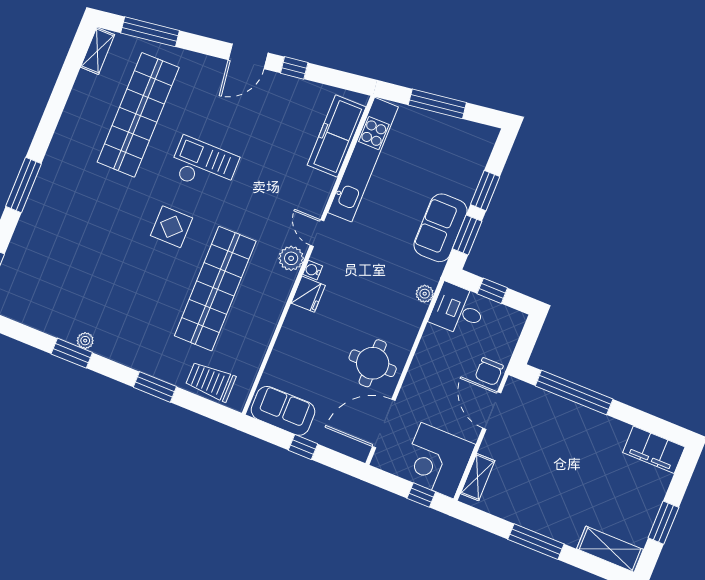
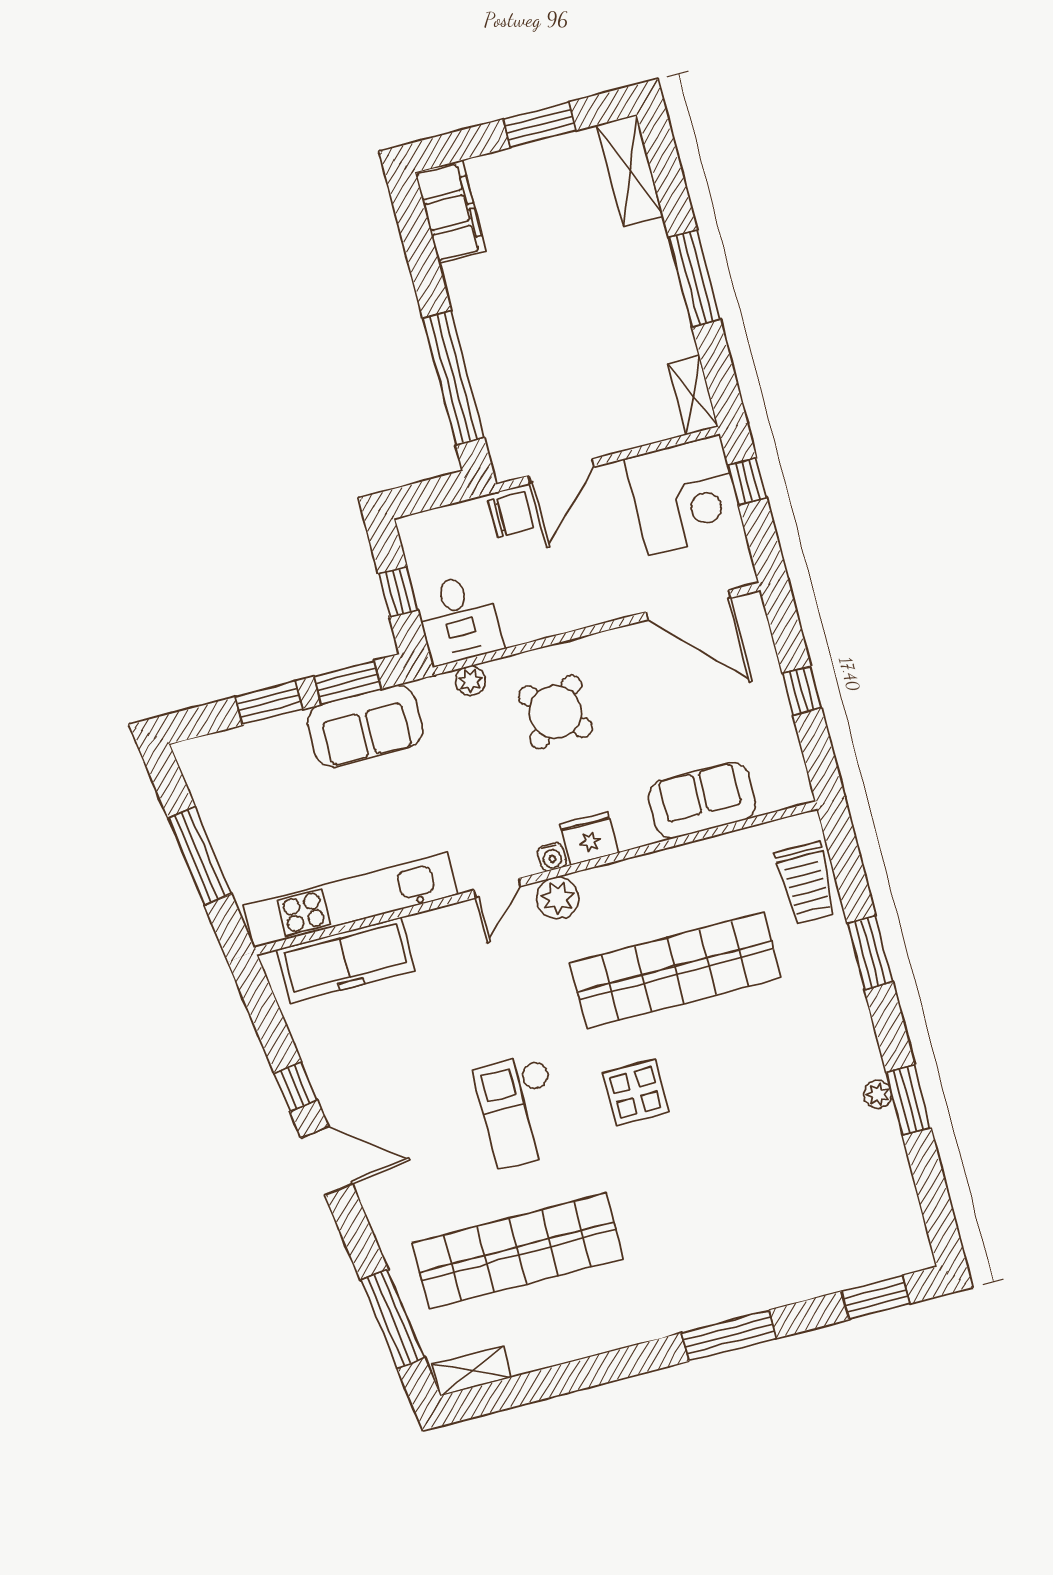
round table: (373, 363) -> (556, 712), moved, turned 45
sofa: (283, 411) -> (702, 800), moved, turned 90
shelving: (478, 477) -> (693, 395), moved, turned 90

